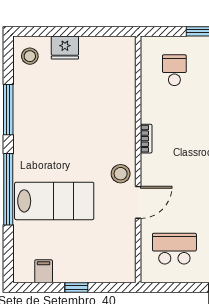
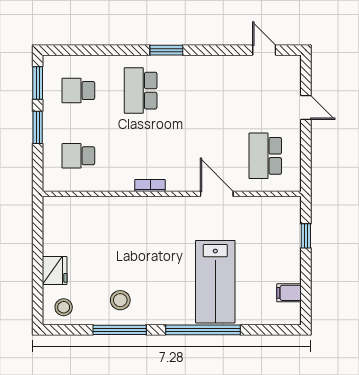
stool: (121, 174) -> (120, 300), moved
lab bench: (54, 201) -> (215, 282), turned 180
window: (76, 287) -> (306, 236), moved

